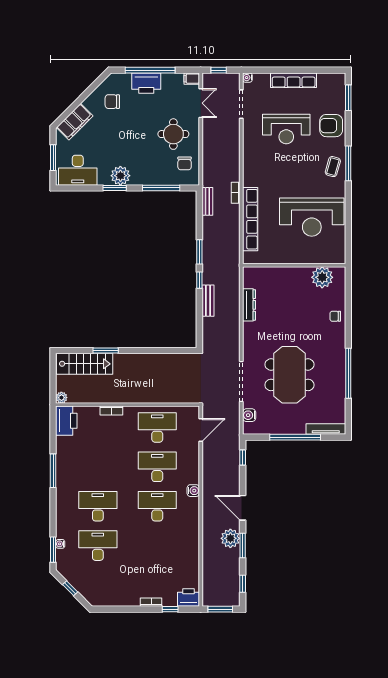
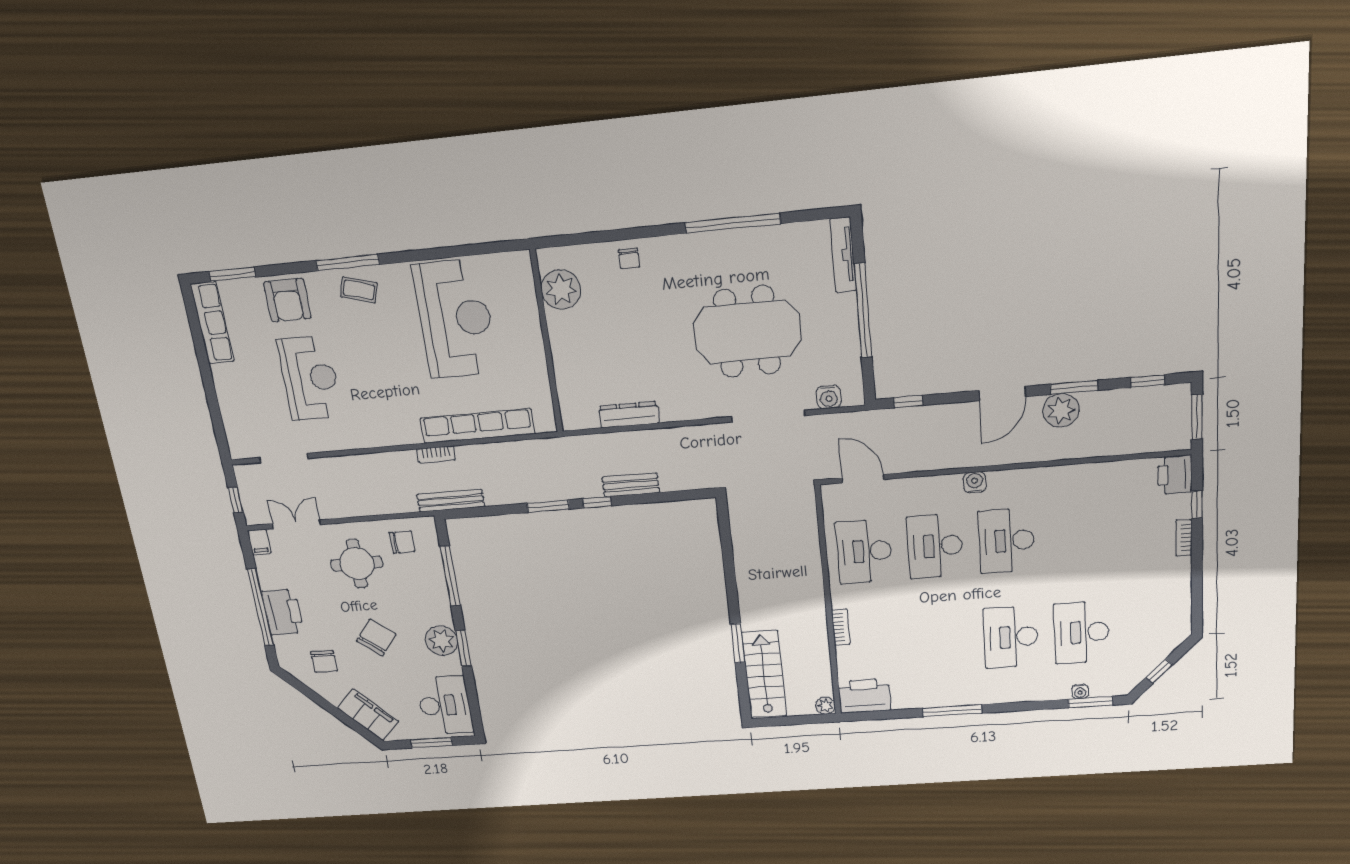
water cooler: (247, 78) -> (237, 452), removed
row of seats: (294, 80) -> (212, 323), moved
chair: (125, 137) -> (376, 638), added
bench: (207, 201) -> (451, 501), width x1.36

